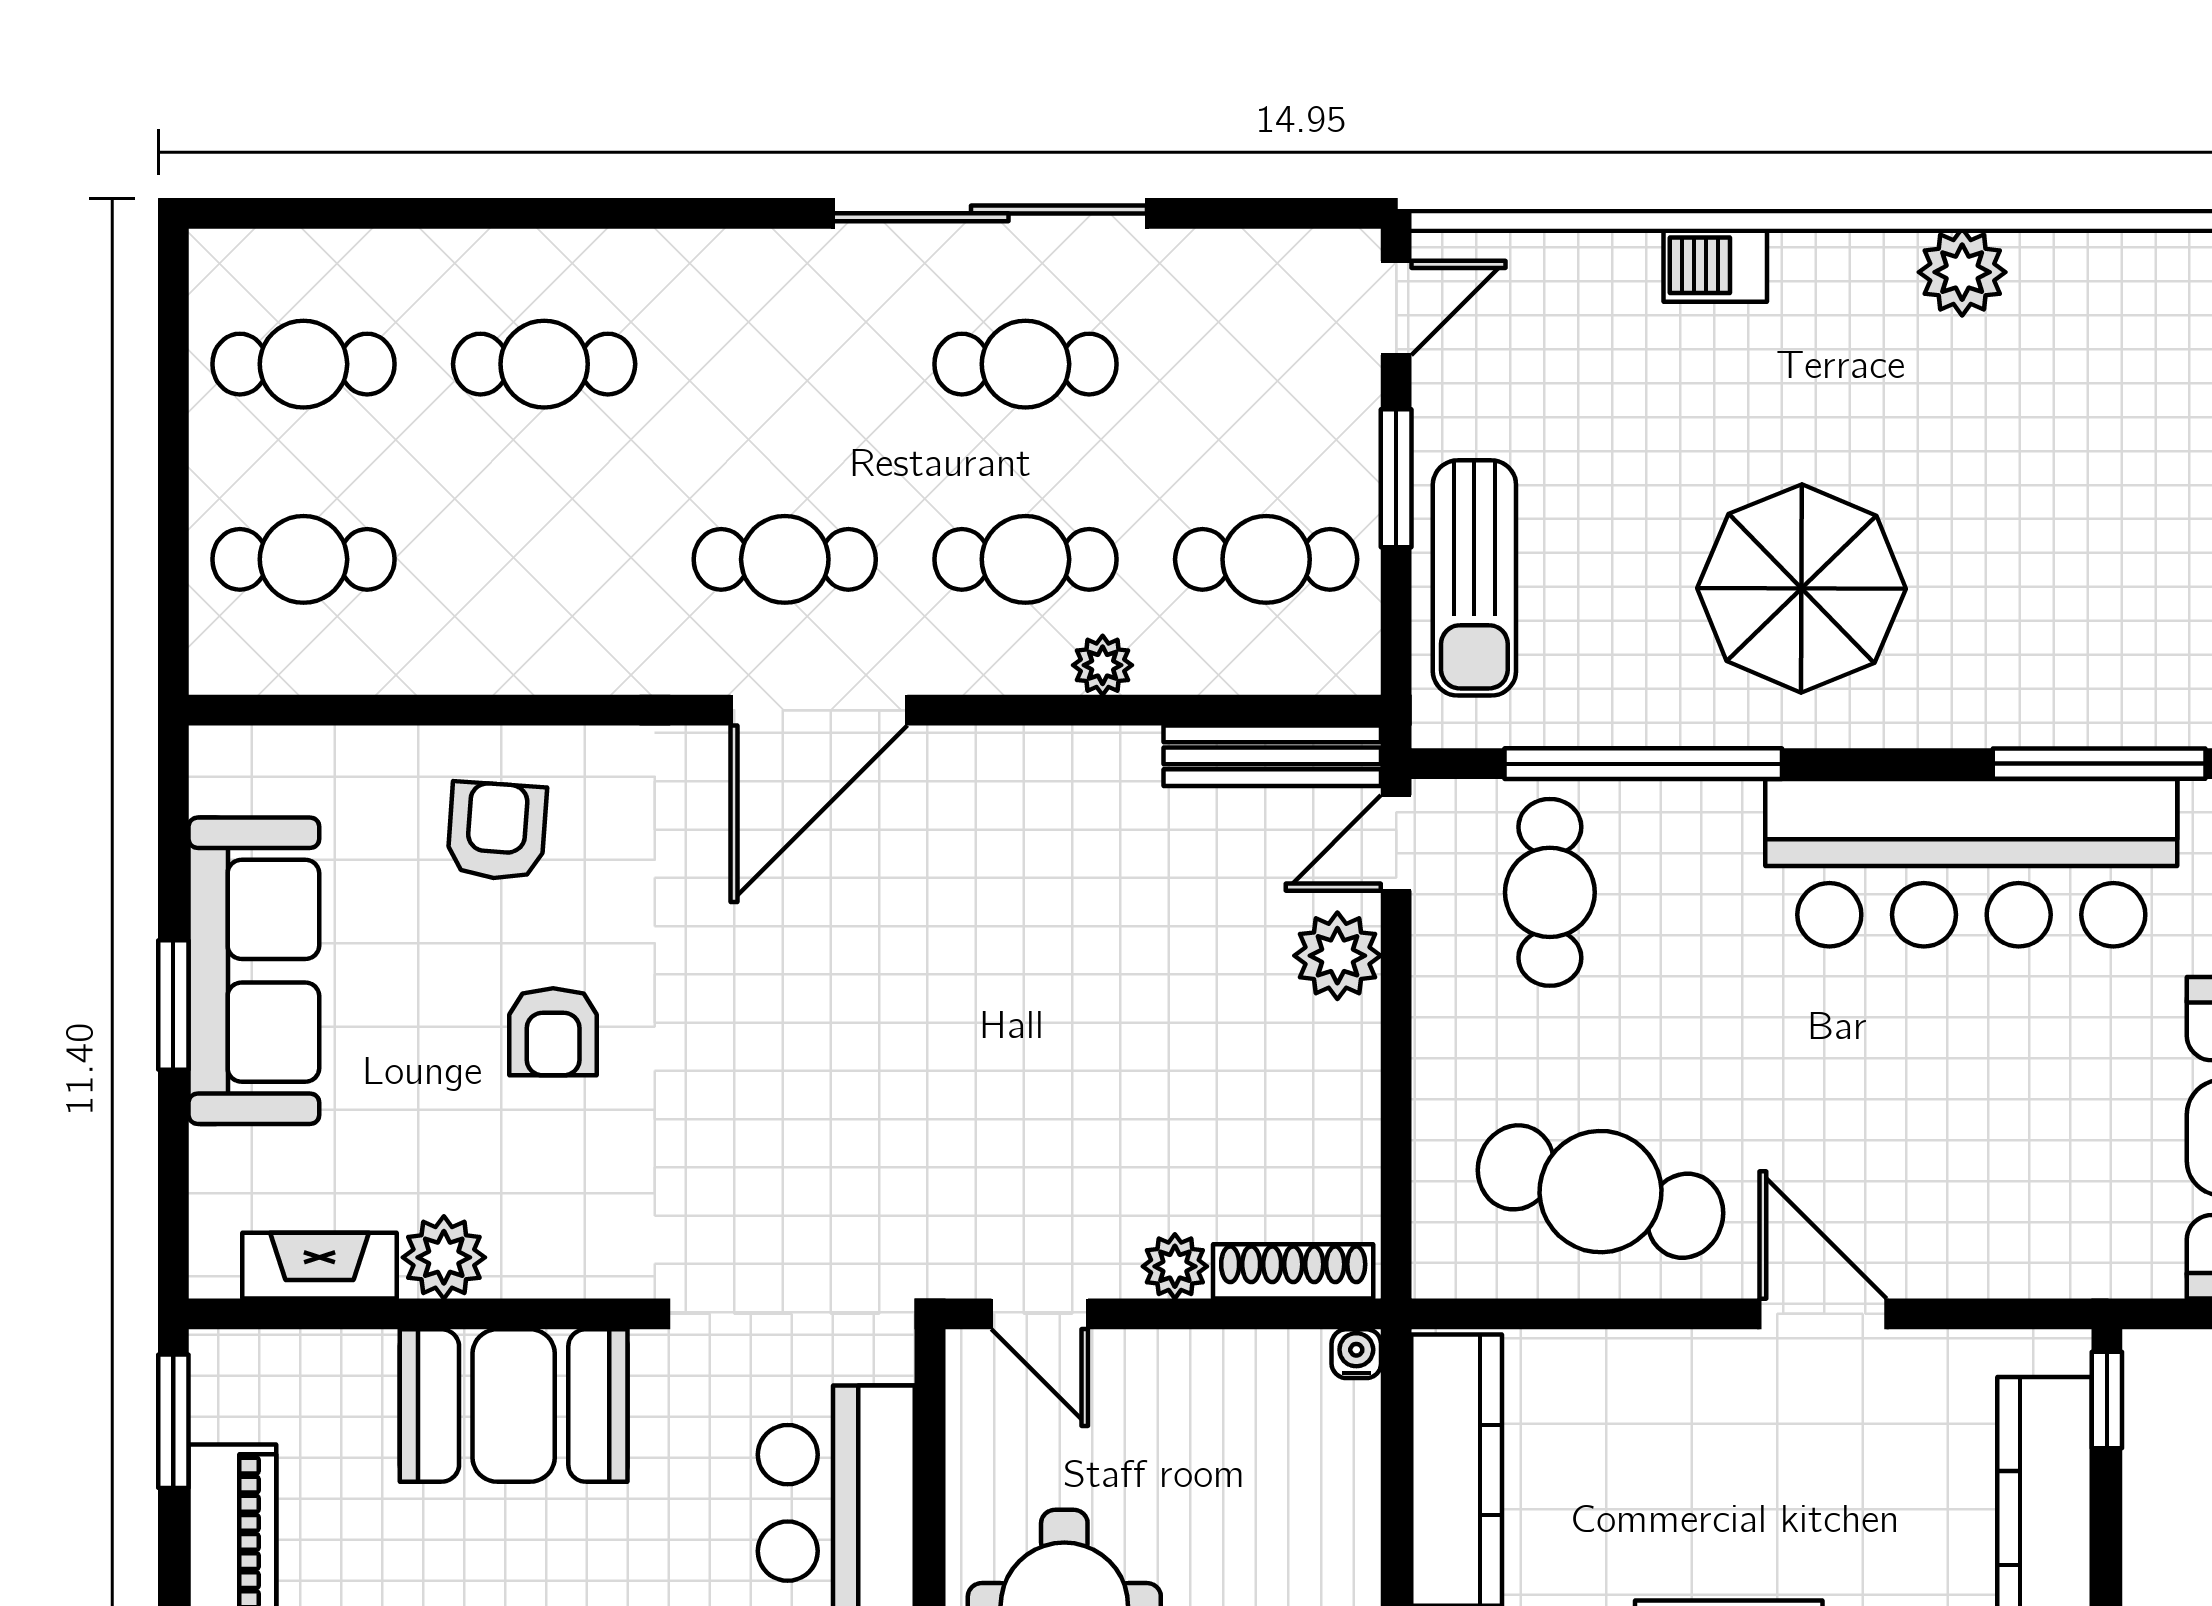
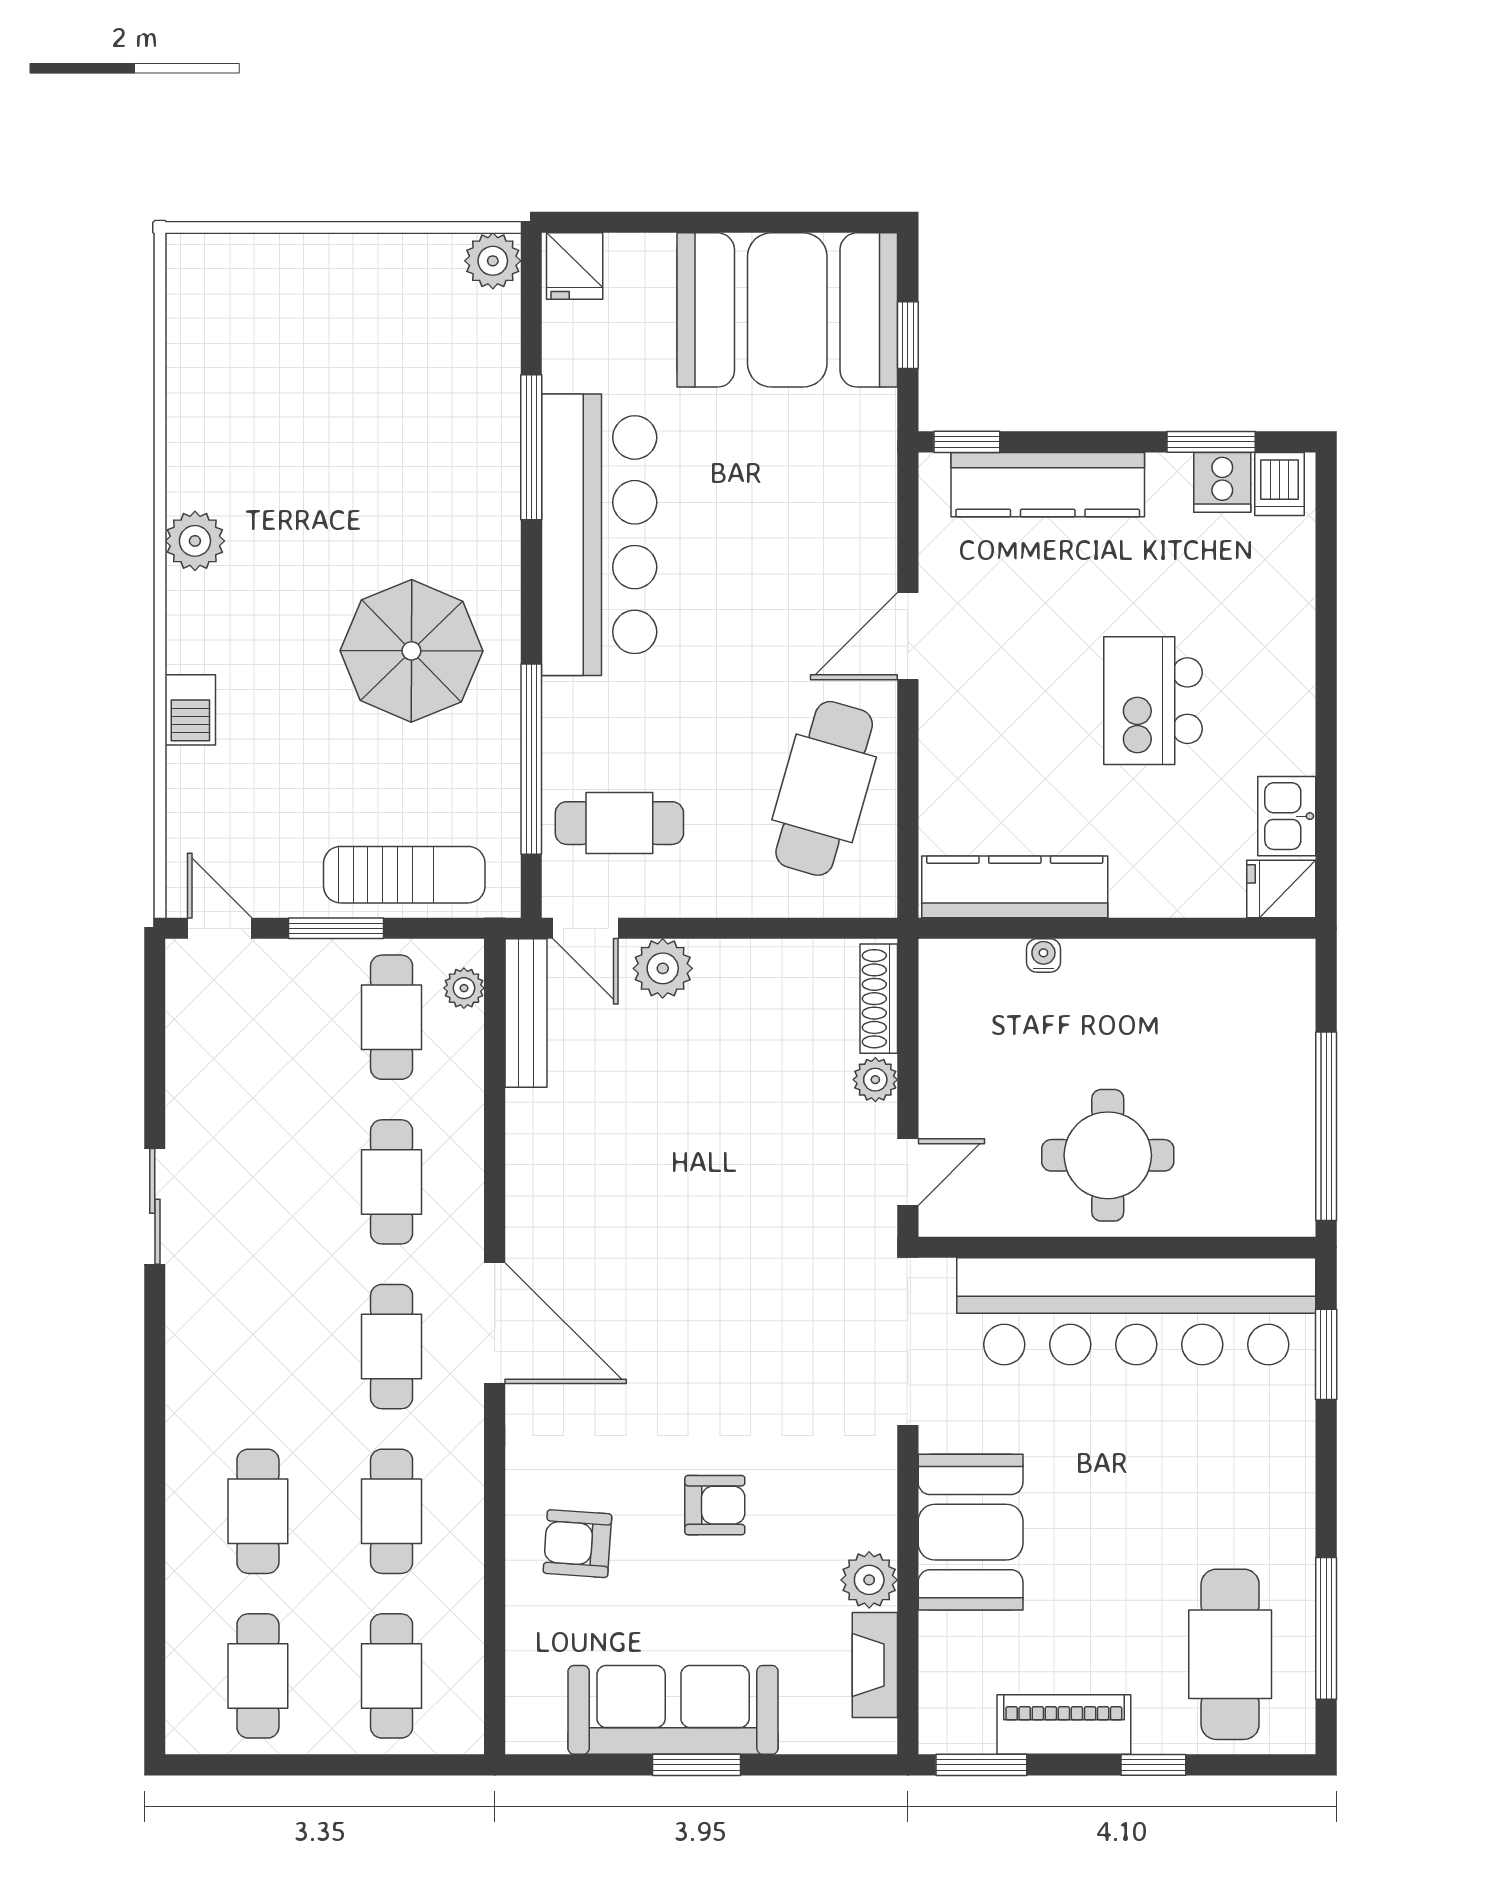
sliding door: (990, 213) -> (155, 1206), width x0.54
cafe table: (1025, 364) -> (392, 1511), moved
plant: (1103, 665) -> (464, 988), moved
water cooler: (1356, 1354) -> (1043, 956), moved, turned 90

